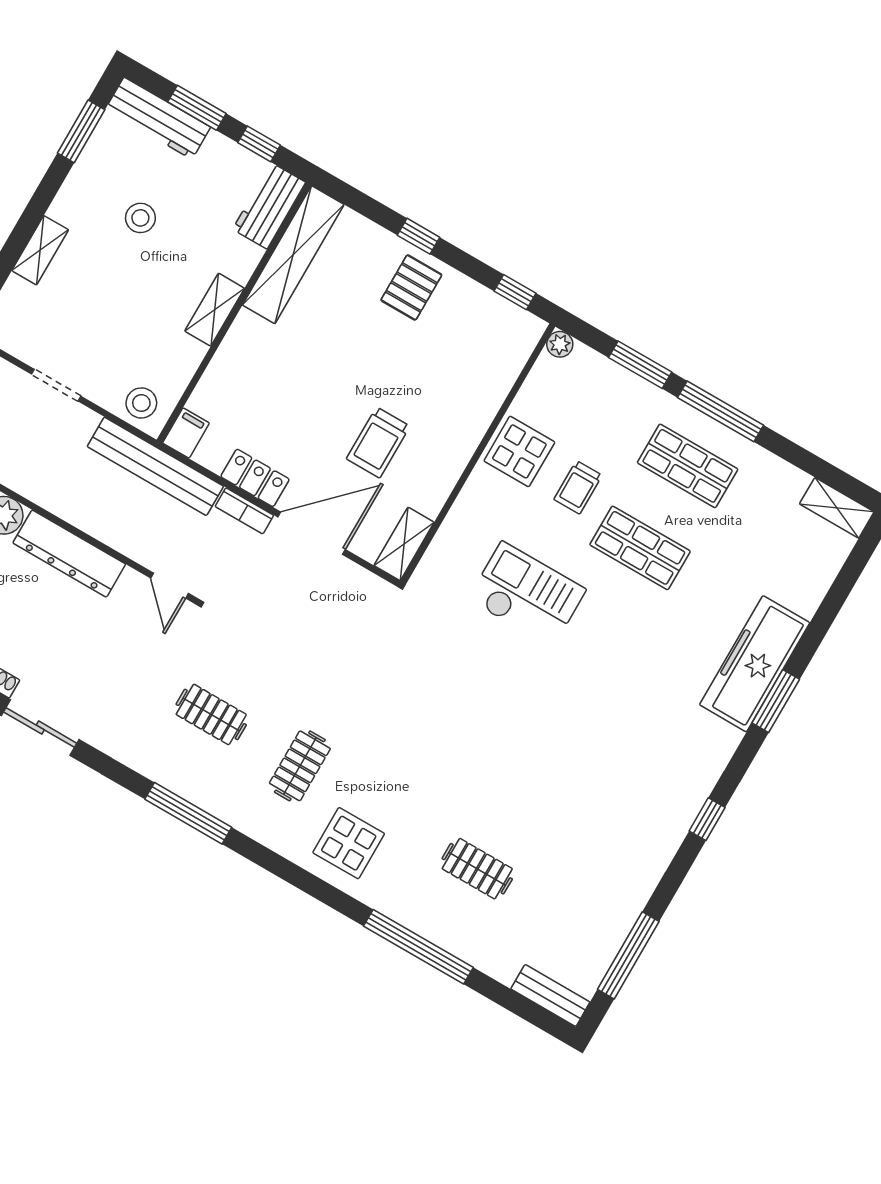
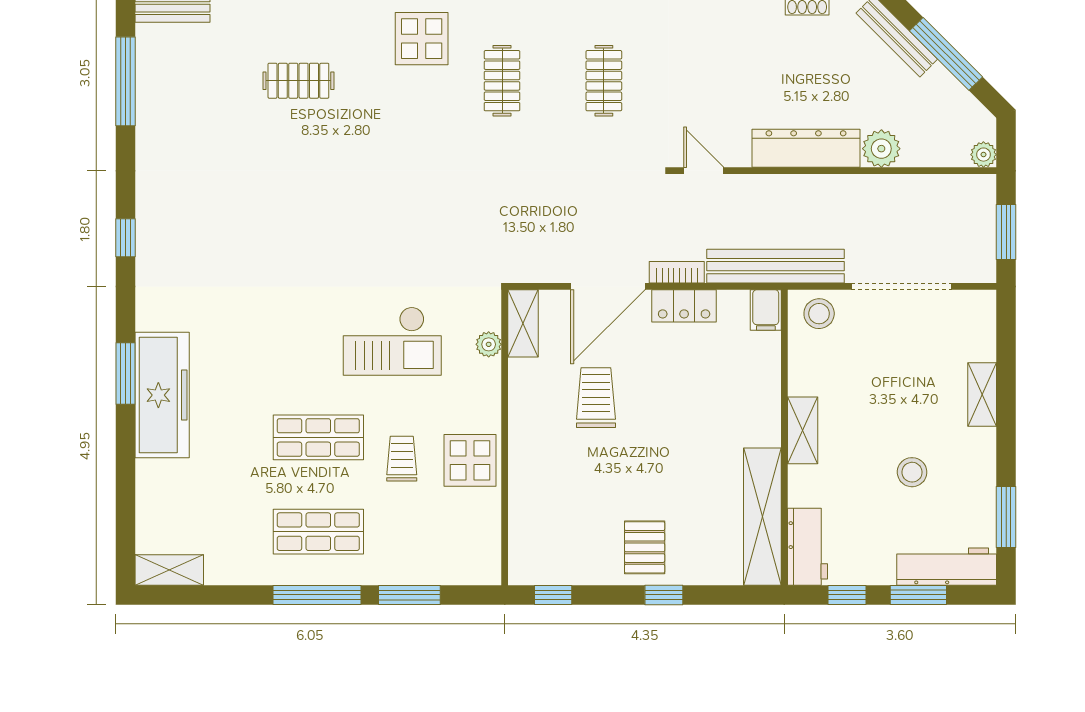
plant: (560, 344) -> (489, 344), moved
doorway: (56, 385) -> (901, 286), width x1.88
clothes rail: (211, 714) -> (604, 81), turned 90

